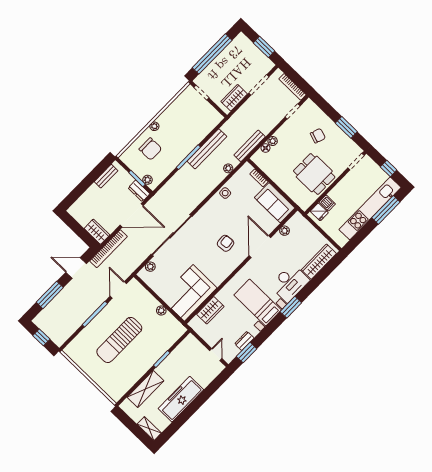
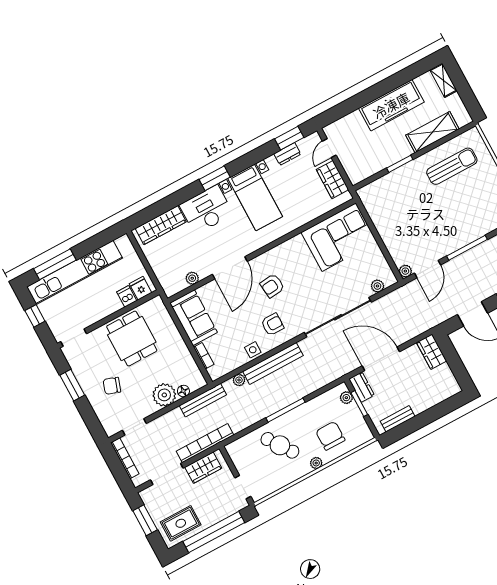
rug: (238, 53) -> (181, 523), added
cafe table: (184, 131) -> (280, 445), added
plant: (273, 141) -> (164, 395), width x1.88, depth x1.88
bench: (207, 149) -> (273, 364), moved
armchair: (217, 216) -> (272, 324), added
bookcase: (109, 249) -> (205, 443), moved
wardrobe: (210, 310) -> (333, 180), moved, turned -90
plant: (161, 311) -> (405, 271), moved
sun lounger: (119, 340) -> (452, 166), moved, width x0.73, depth x0.75

